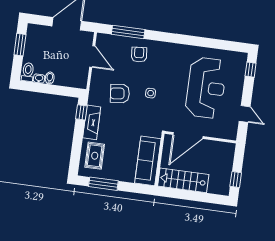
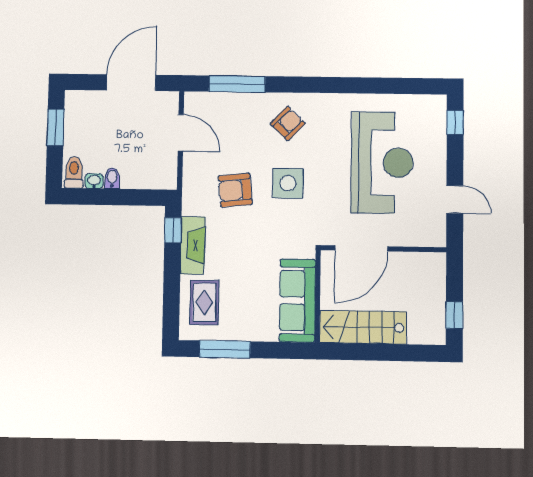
armchair: (139, 55) -> (288, 123), moved, turned 49
side table: (151, 93) -> (288, 183), width x1.87, depth x1.87

